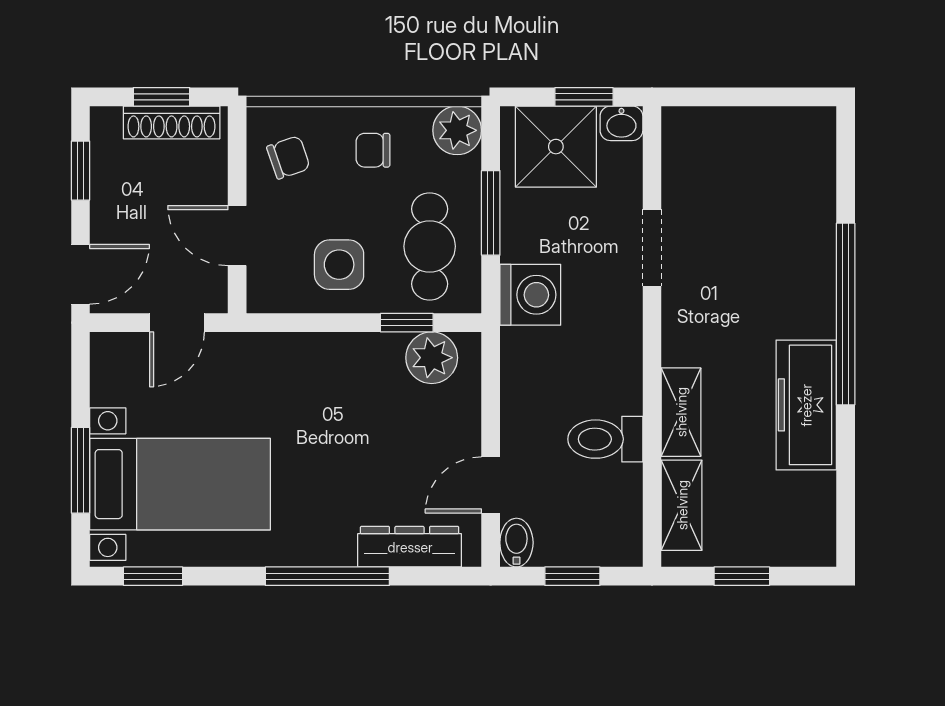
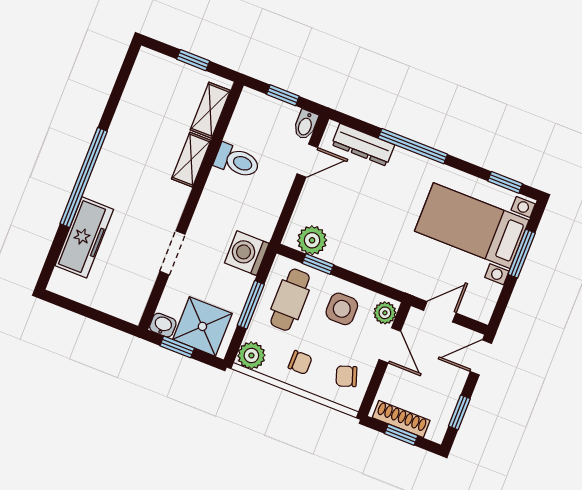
plant: (266, 286) -> (385, 313), added
freezer: (806, 405) -> (84, 237), moved

